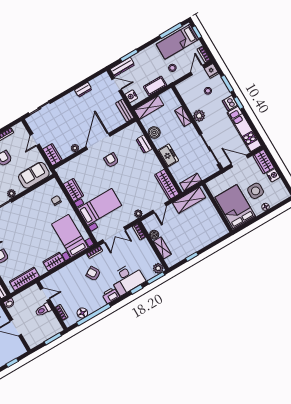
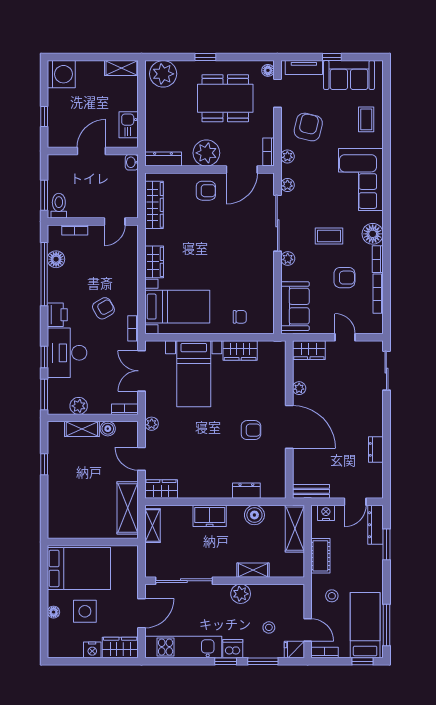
wardrobe: (167, 185) -> (161, 489), width x0.67
plant: (158, 268) -> (79, 406), moved
toilet: (43, 310) -> (59, 206), moved

